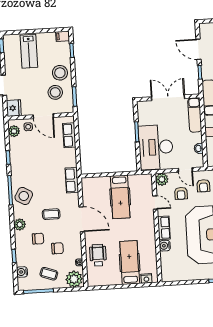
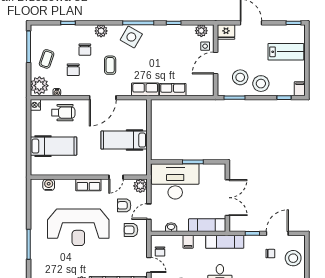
lab bench: (29, 51) -> (286, 52), turned 180
row of seats: (69, 135) -> (173, 90), moved
water cooler: (165, 246) -> (49, 185), moved
water cooler: (22, 272) -> (50, 30), removed
nightstand: (146, 278) -> (35, 105), moved

